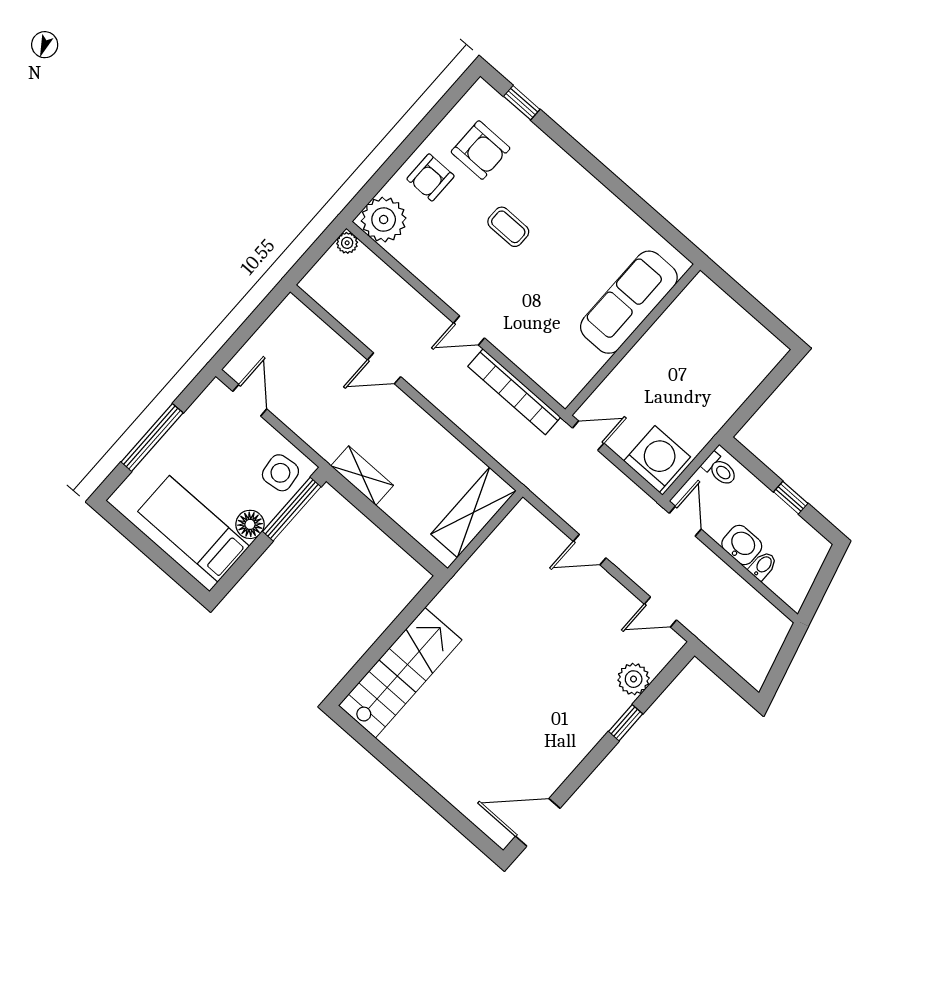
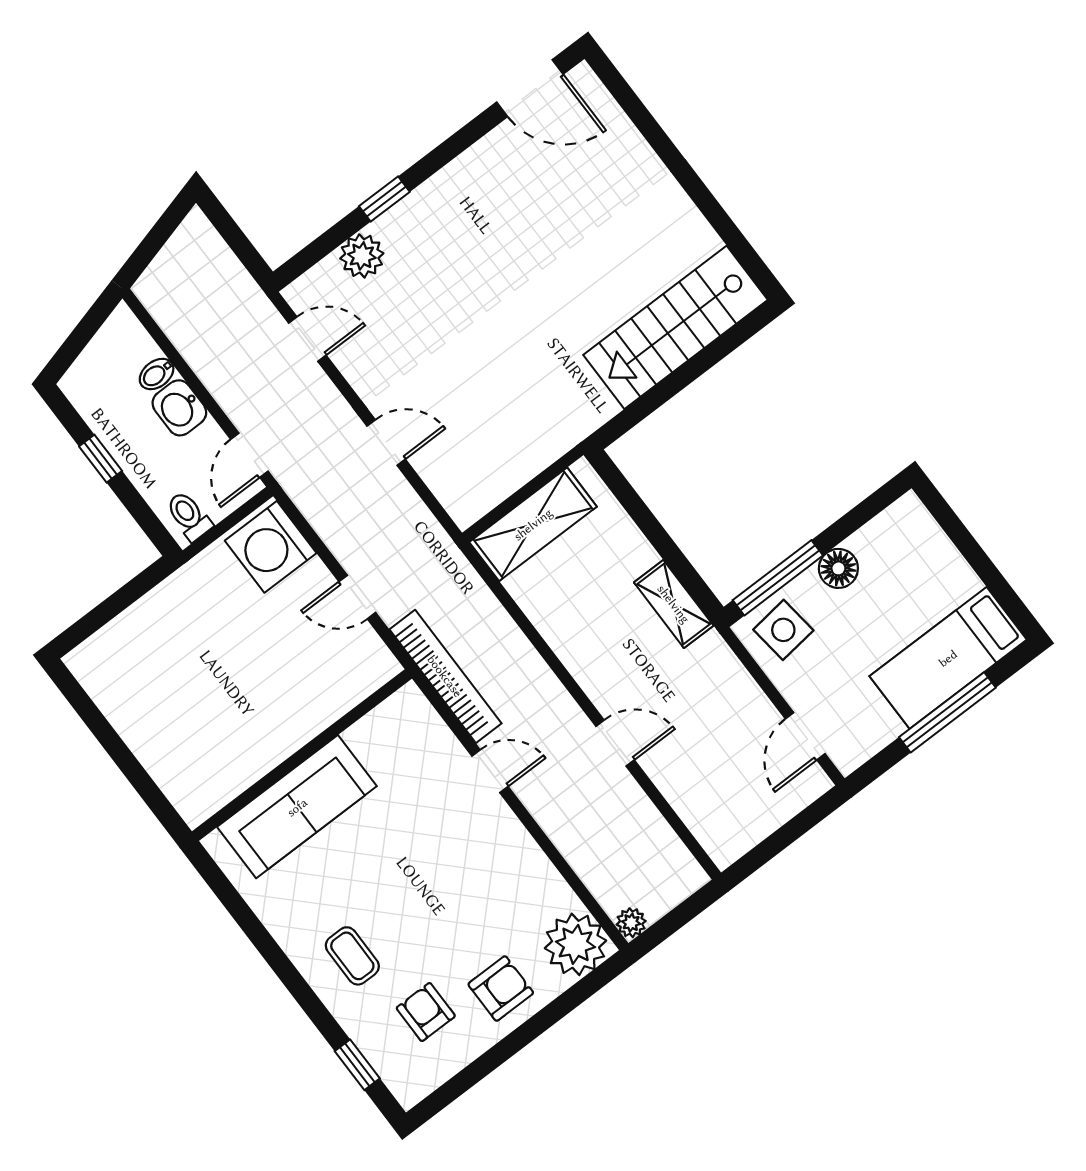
armchair: (481, 150) -> (426, 1012), width x0.72, depth x0.72
coffee table: (508, 227) -> (352, 956), moved
sofa: (629, 302) -> (297, 807), moved
wall: (633, 340) -> (302, 755), moved
bed: (194, 529) -> (948, 658), moved, turned 90

